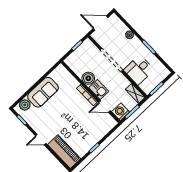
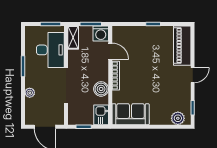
desk: (139, 70) -> (50, 50), width x1.37
kitchen sink: (99, 89) -> (101, 115), moved
sofa: (43, 92) -> (131, 114), moved
door: (41, 140) -> (193, 75), hinge flipped

